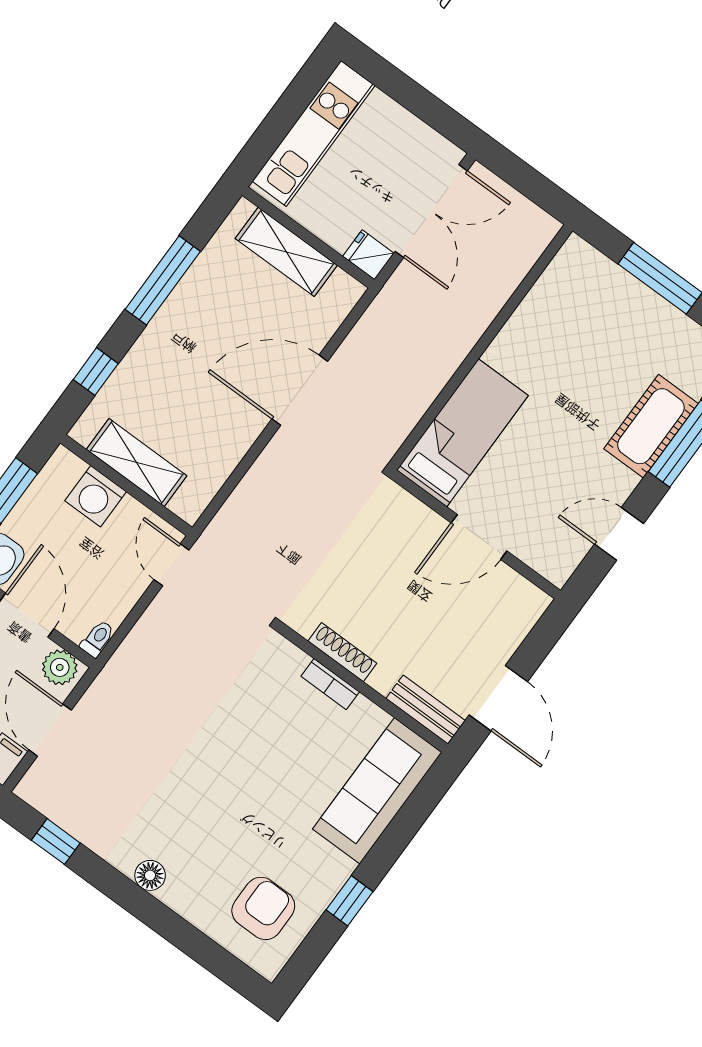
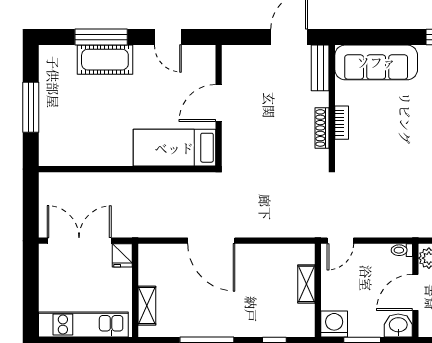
shelving: (286, 252) -> (147, 306), width x0.67, depth x0.75
shelving: (137, 462) -> (306, 284), width x0.67, depth x0.75
washing machine: (96, 496) -> (334, 324), moved, turned -90
door: (479, 537) -> (219, 103), swing flipped

